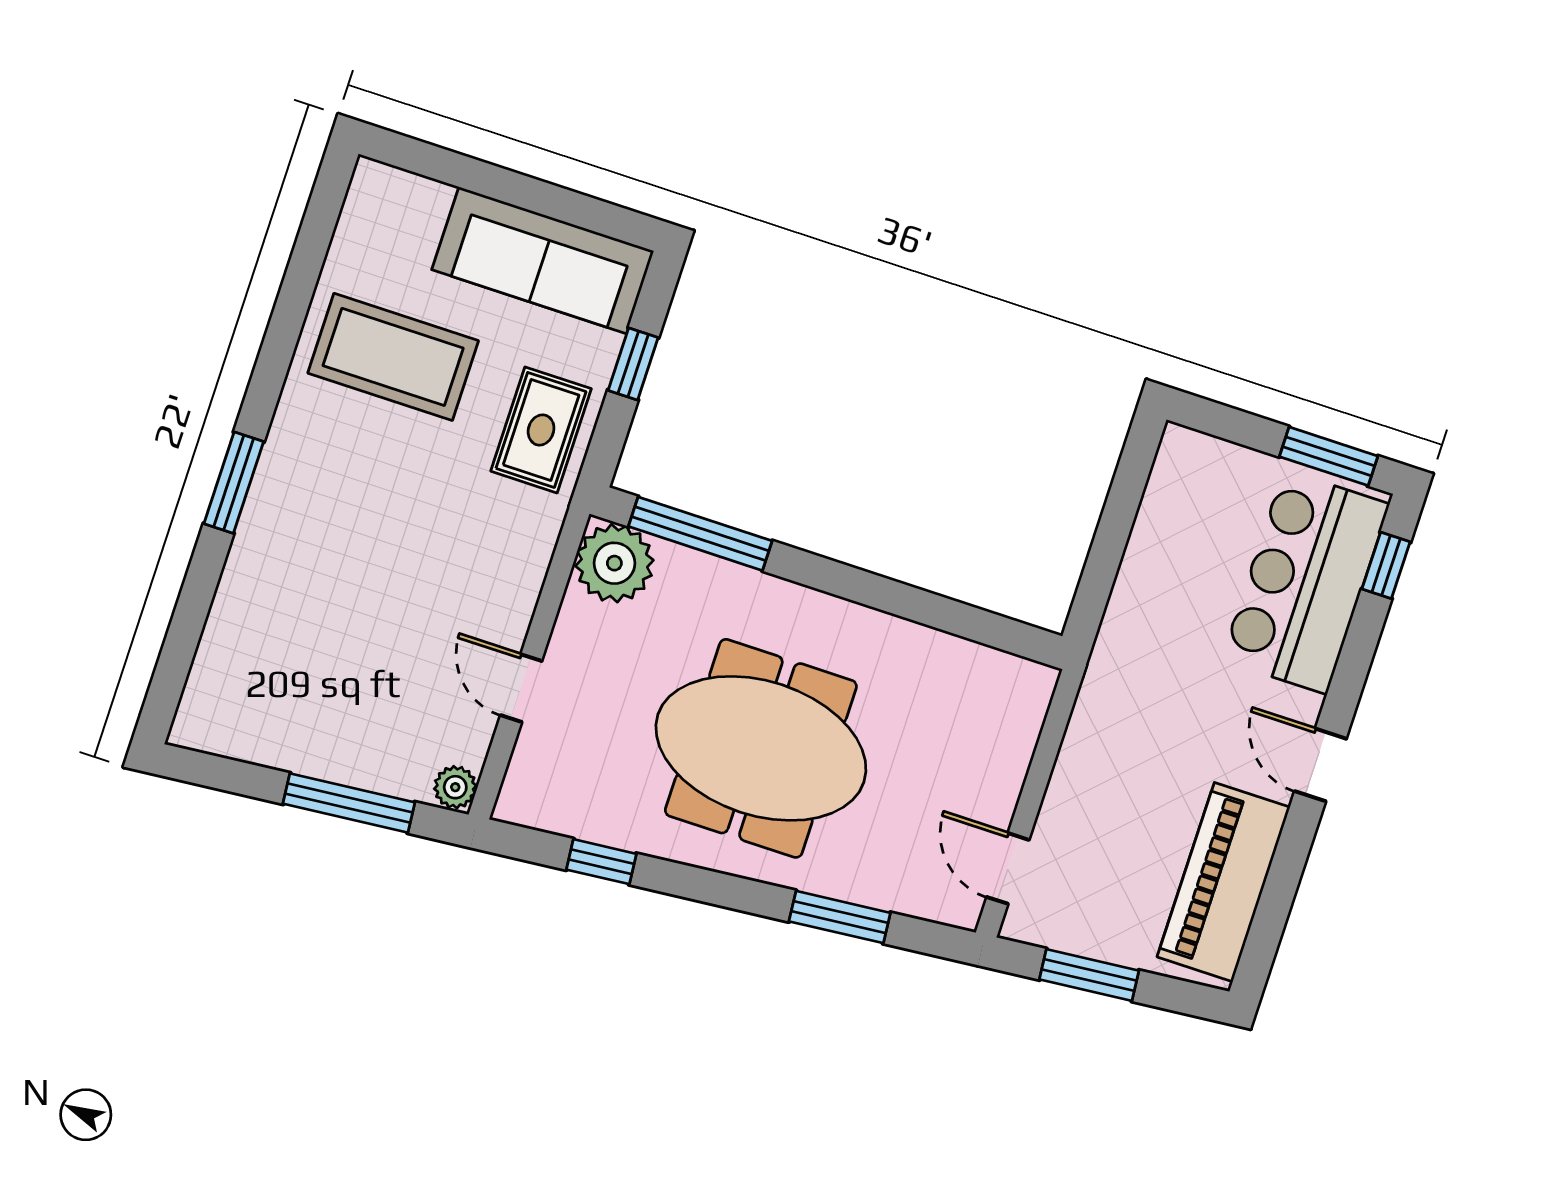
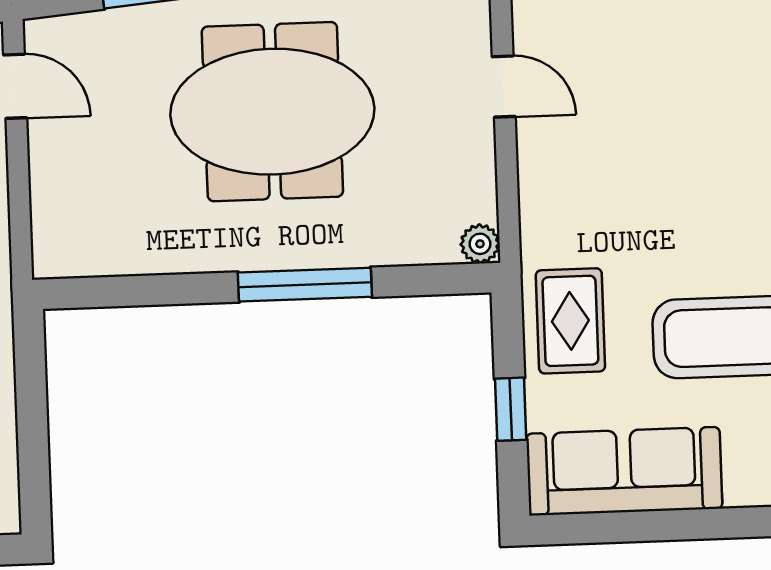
window: (700, 534) -> (305, 285), moved
plant: (614, 563) -> (480, 244), width x0.53, depth x0.53

